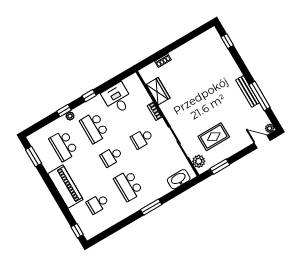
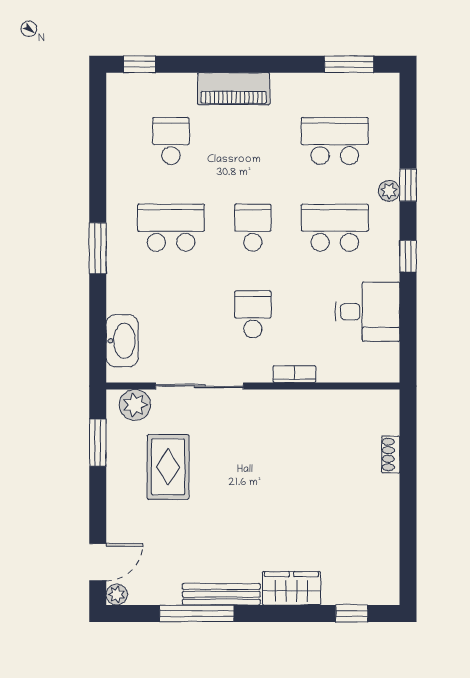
wardrobe: (158, 91) -> (292, 588), moved, turned 180
piano: (65, 187) -> (234, 89), width x0.73, depth x0.75

